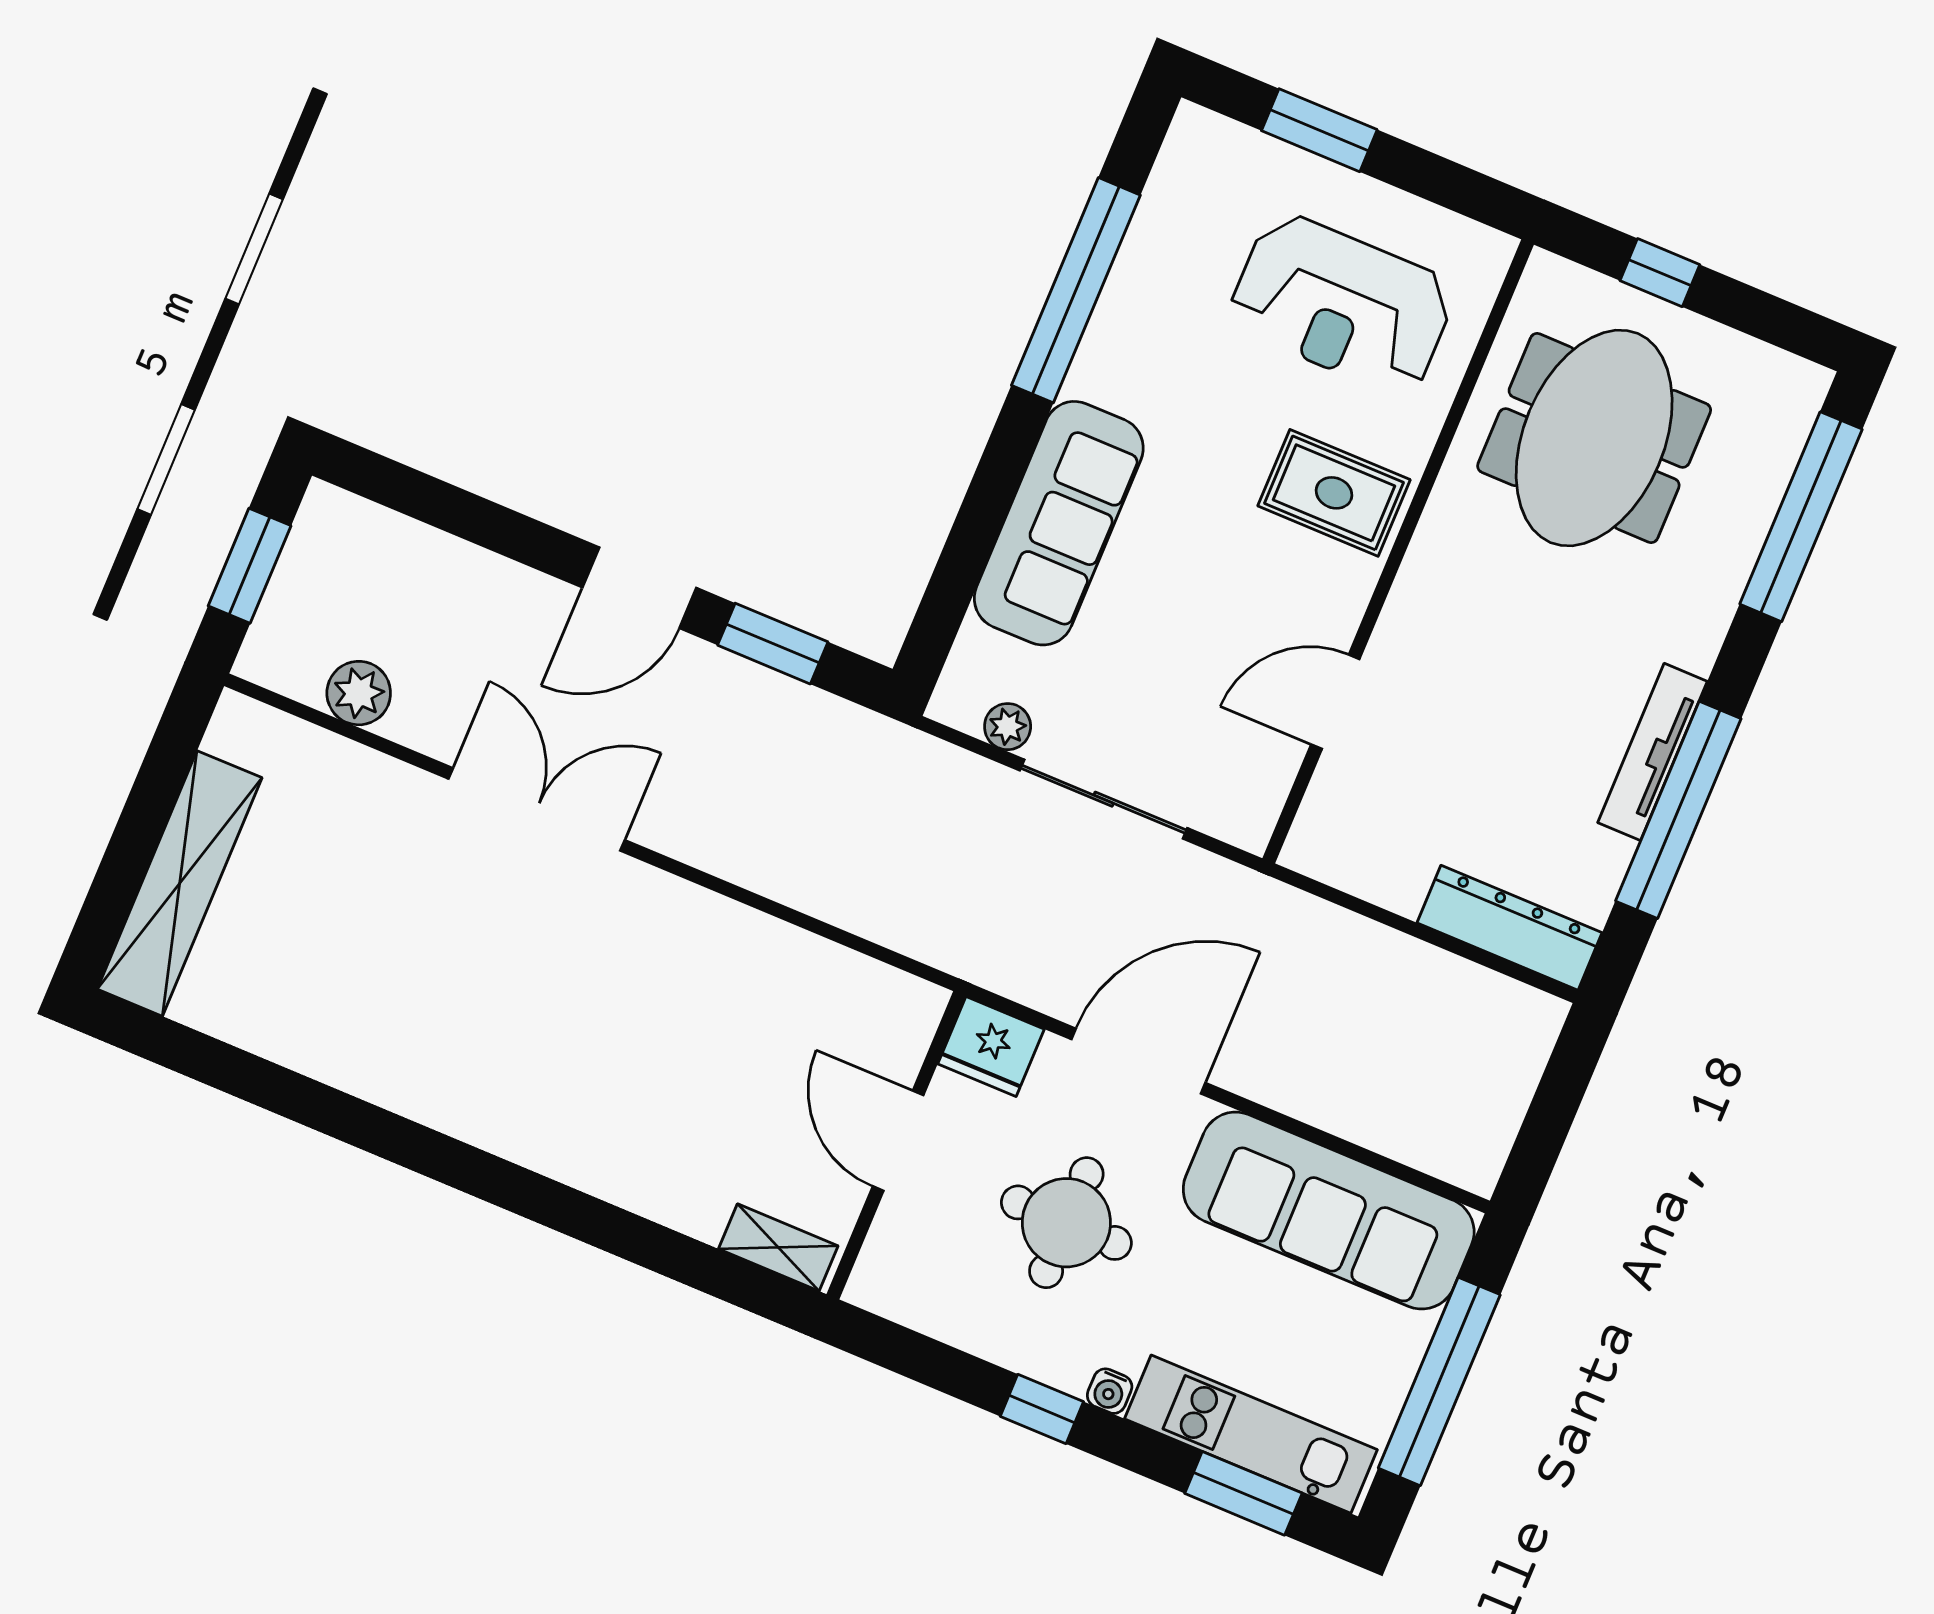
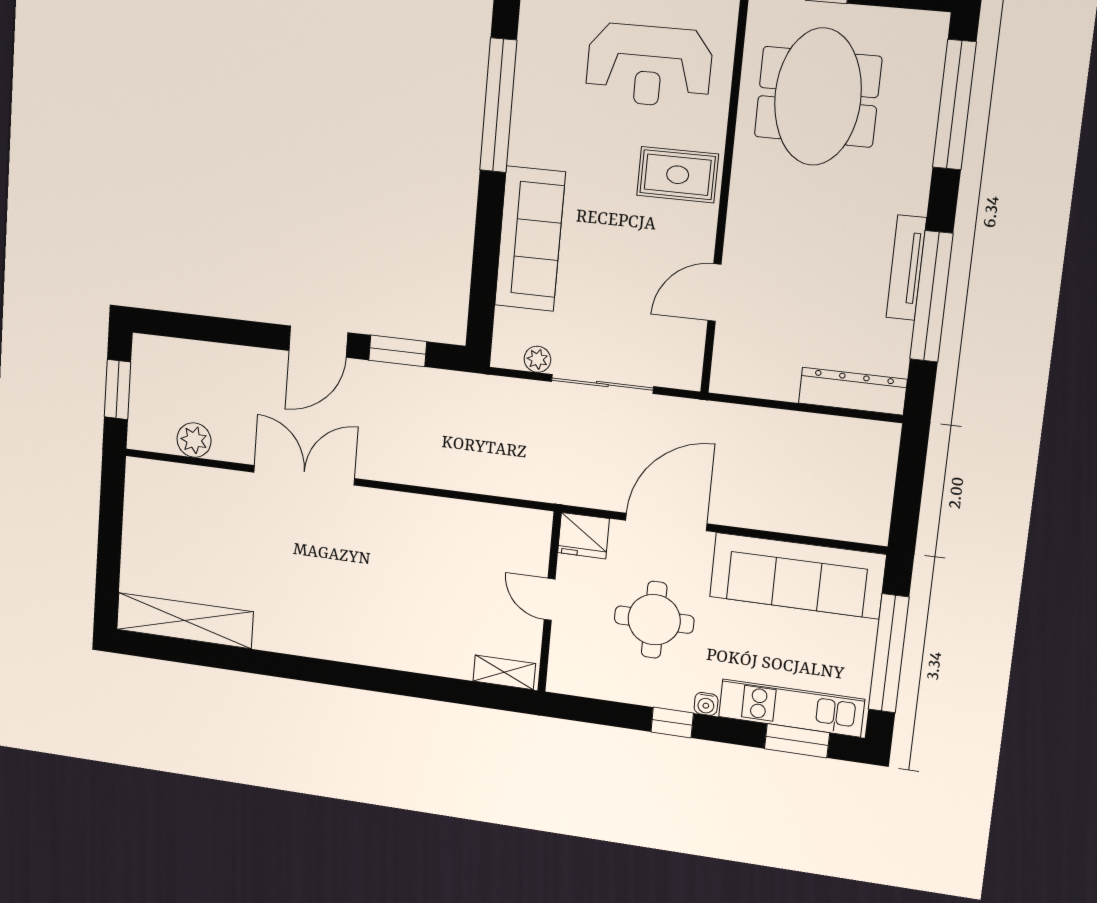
shelving: (180, 883) -> (185, 621), moved, turned 90
door: (898, 1141) -> (550, 599), width x0.73

